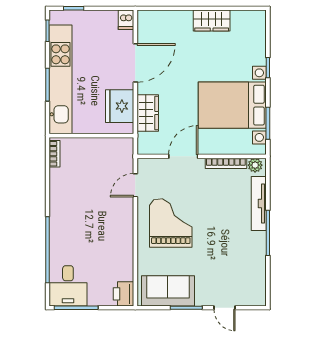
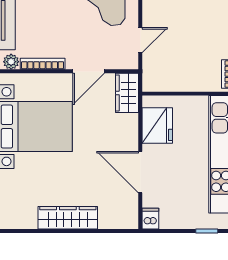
wardrobe: (212, 21) -> (68, 218), width x1.50
door: (135, 63) -> (140, 172), hinge flipped
wardrobe: (148, 113) -> (127, 93), moved

